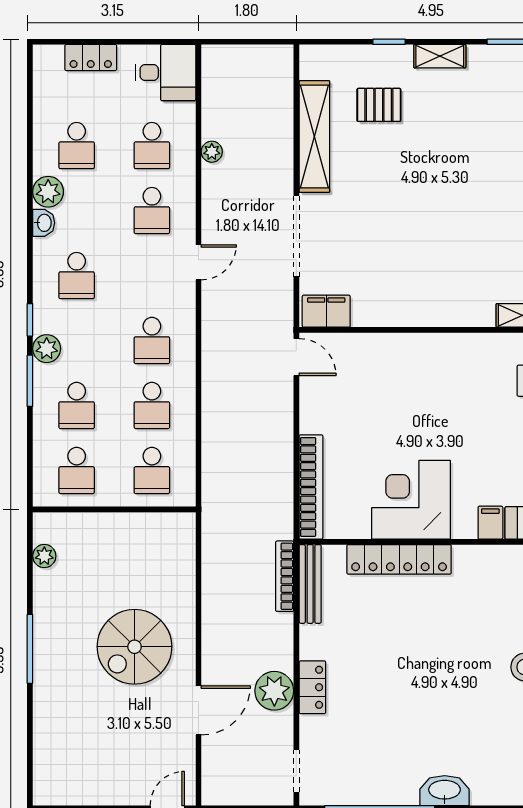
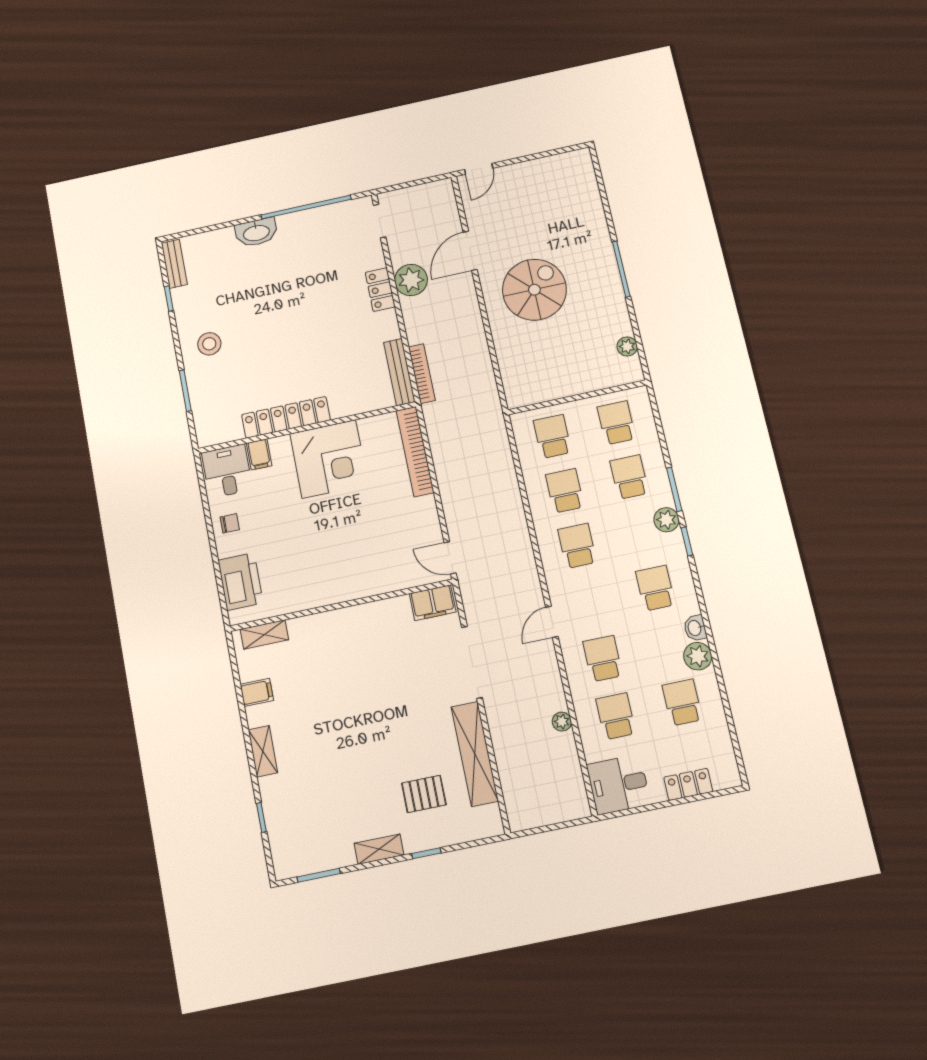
locker: (399, 559) -> (286, 417), moved

